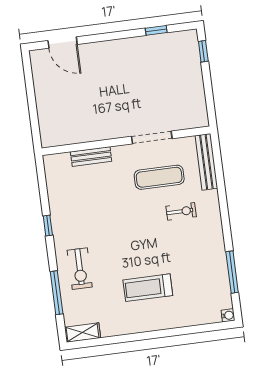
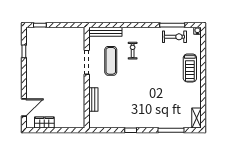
wardrobe: (42, 80) -> (44, 122), added
exercise bike: (80, 269) -> (174, 37), moved
treadmill: (148, 288) -> (190, 68), moved

